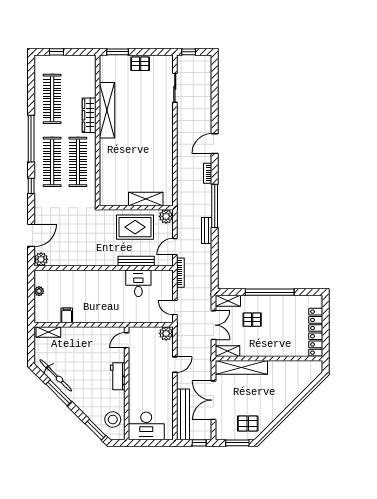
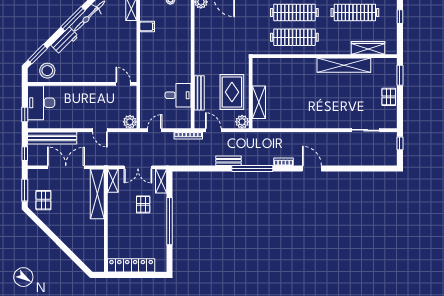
wardrobe: (89, 115) -> (368, 48), moved
workbench: (118, 376) -> (65, 41), moved, turned 135
window: (159, 443) -> (25, 115), added

